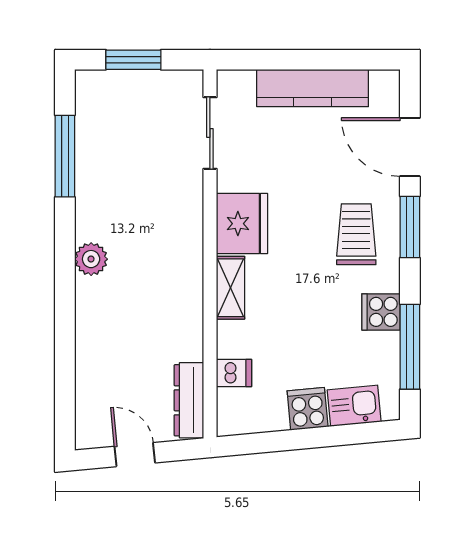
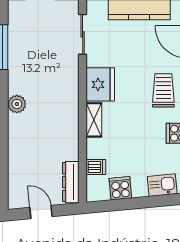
cooker: (308, 409) -> (120, 188), moved

